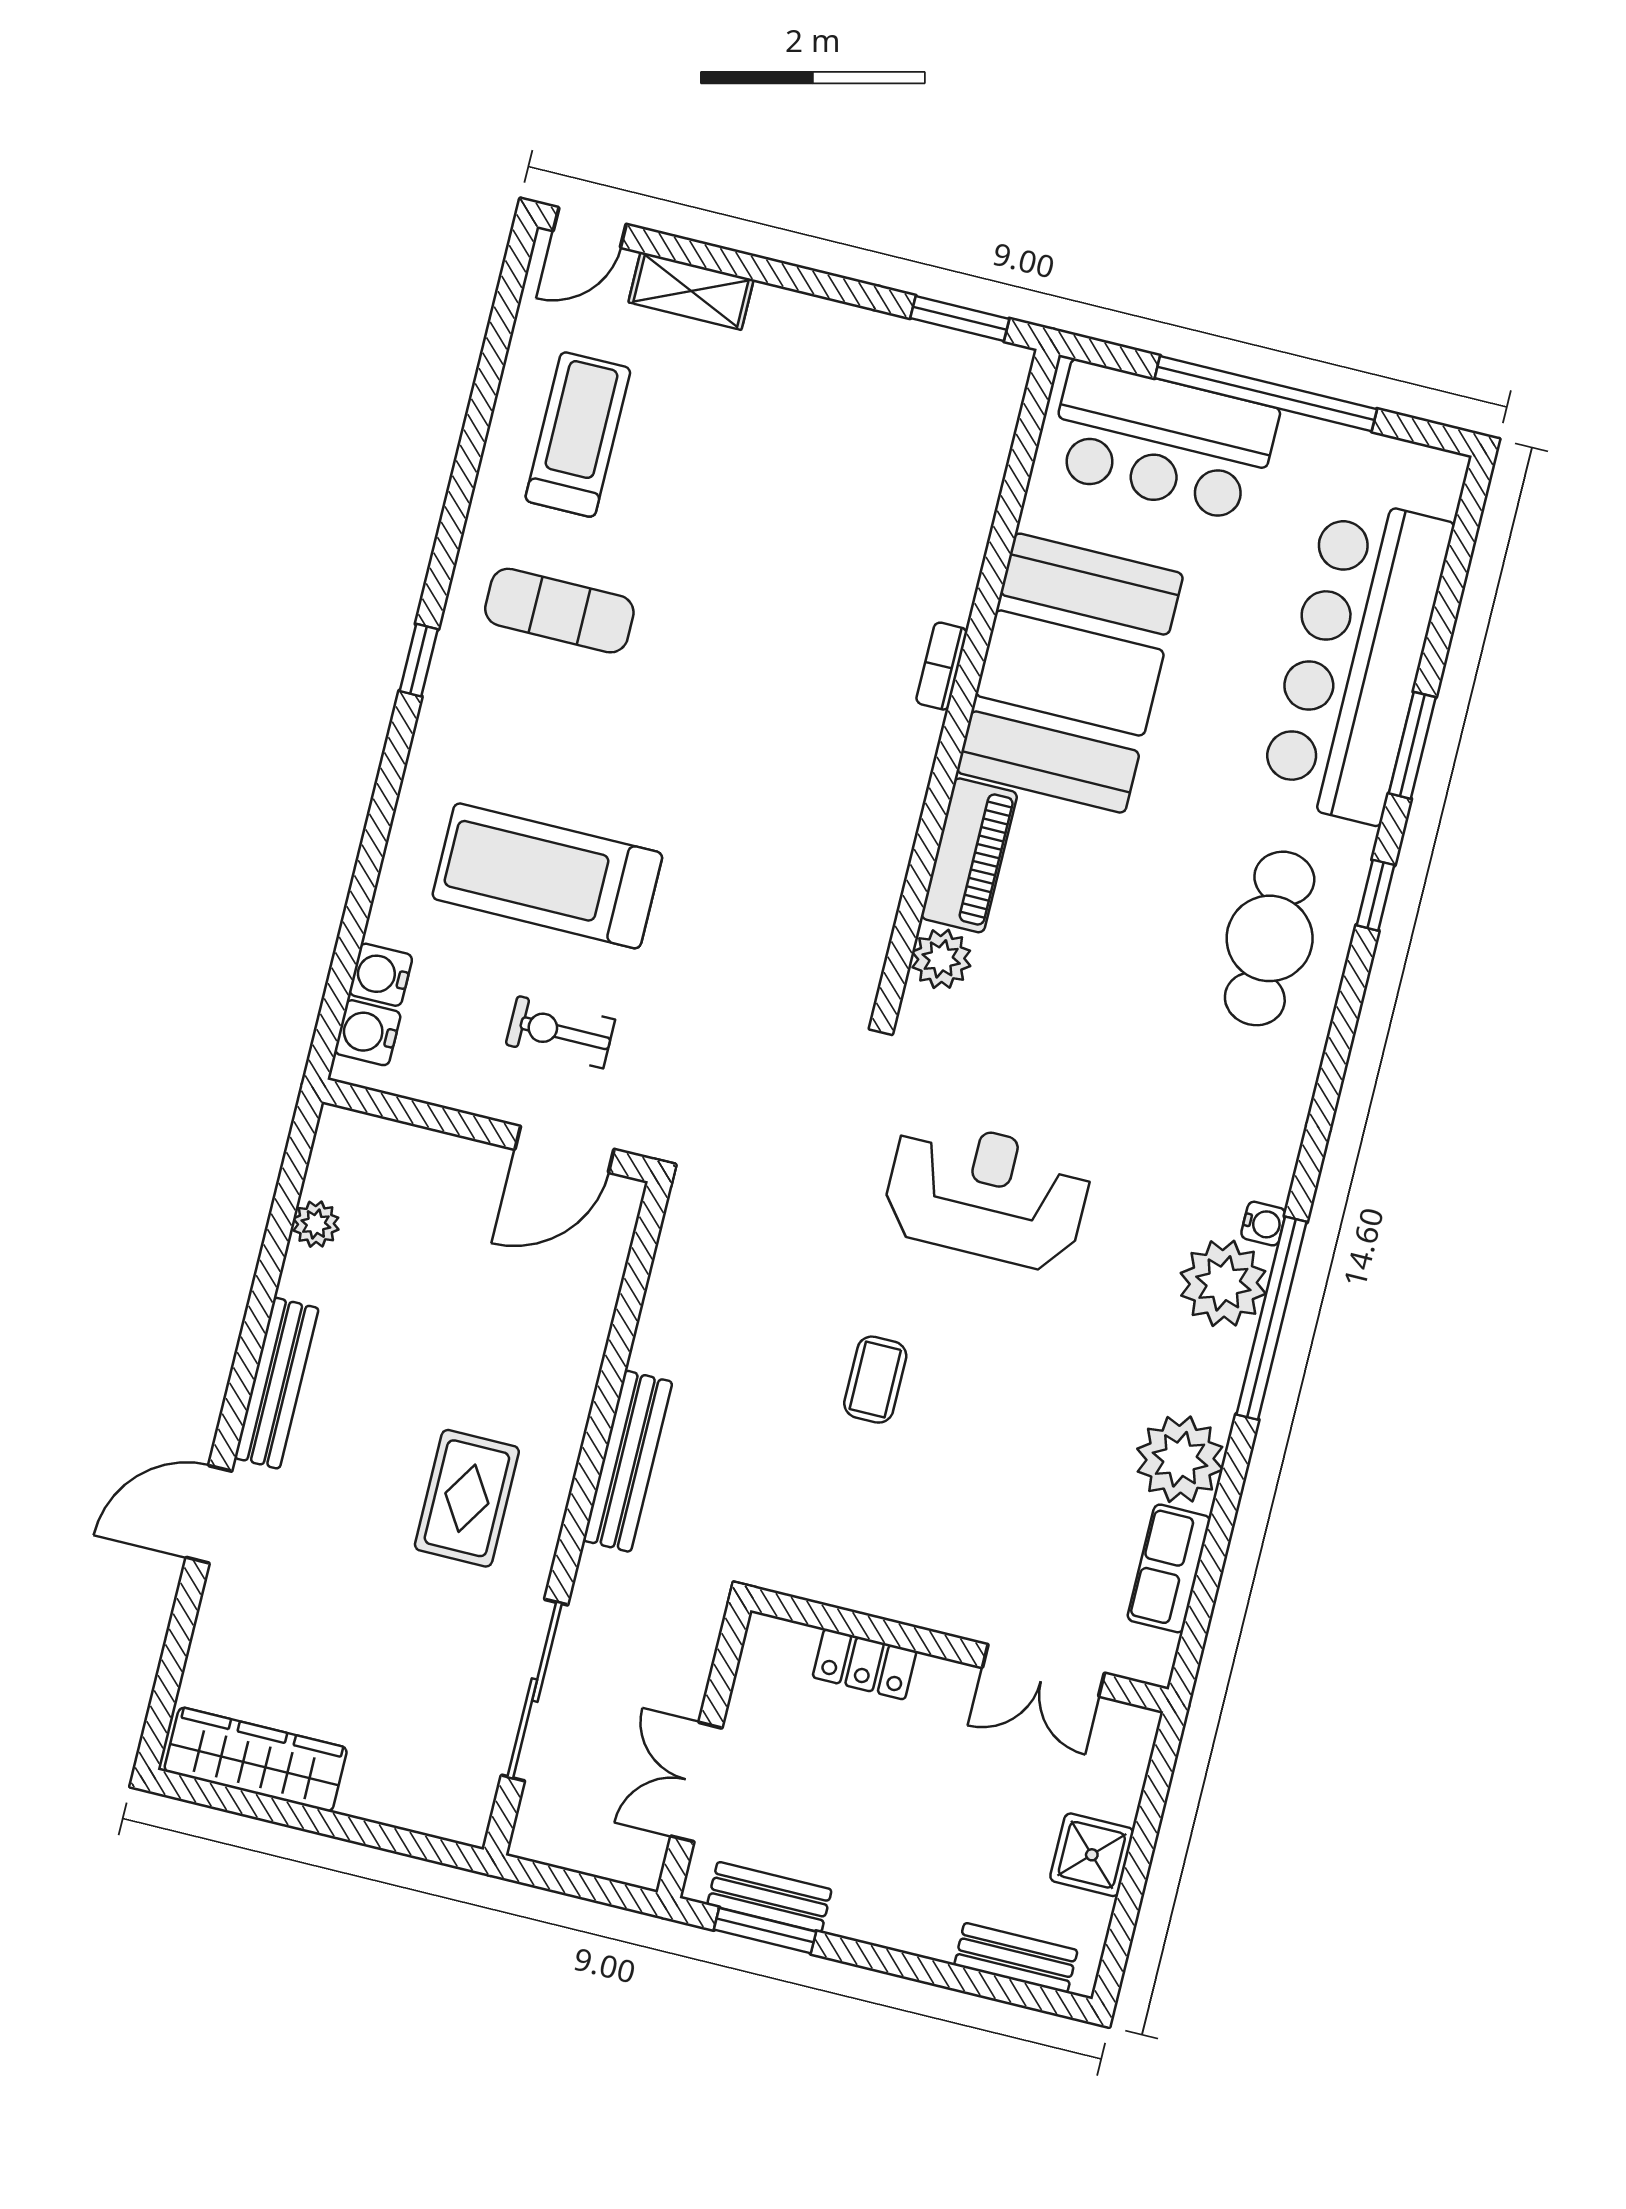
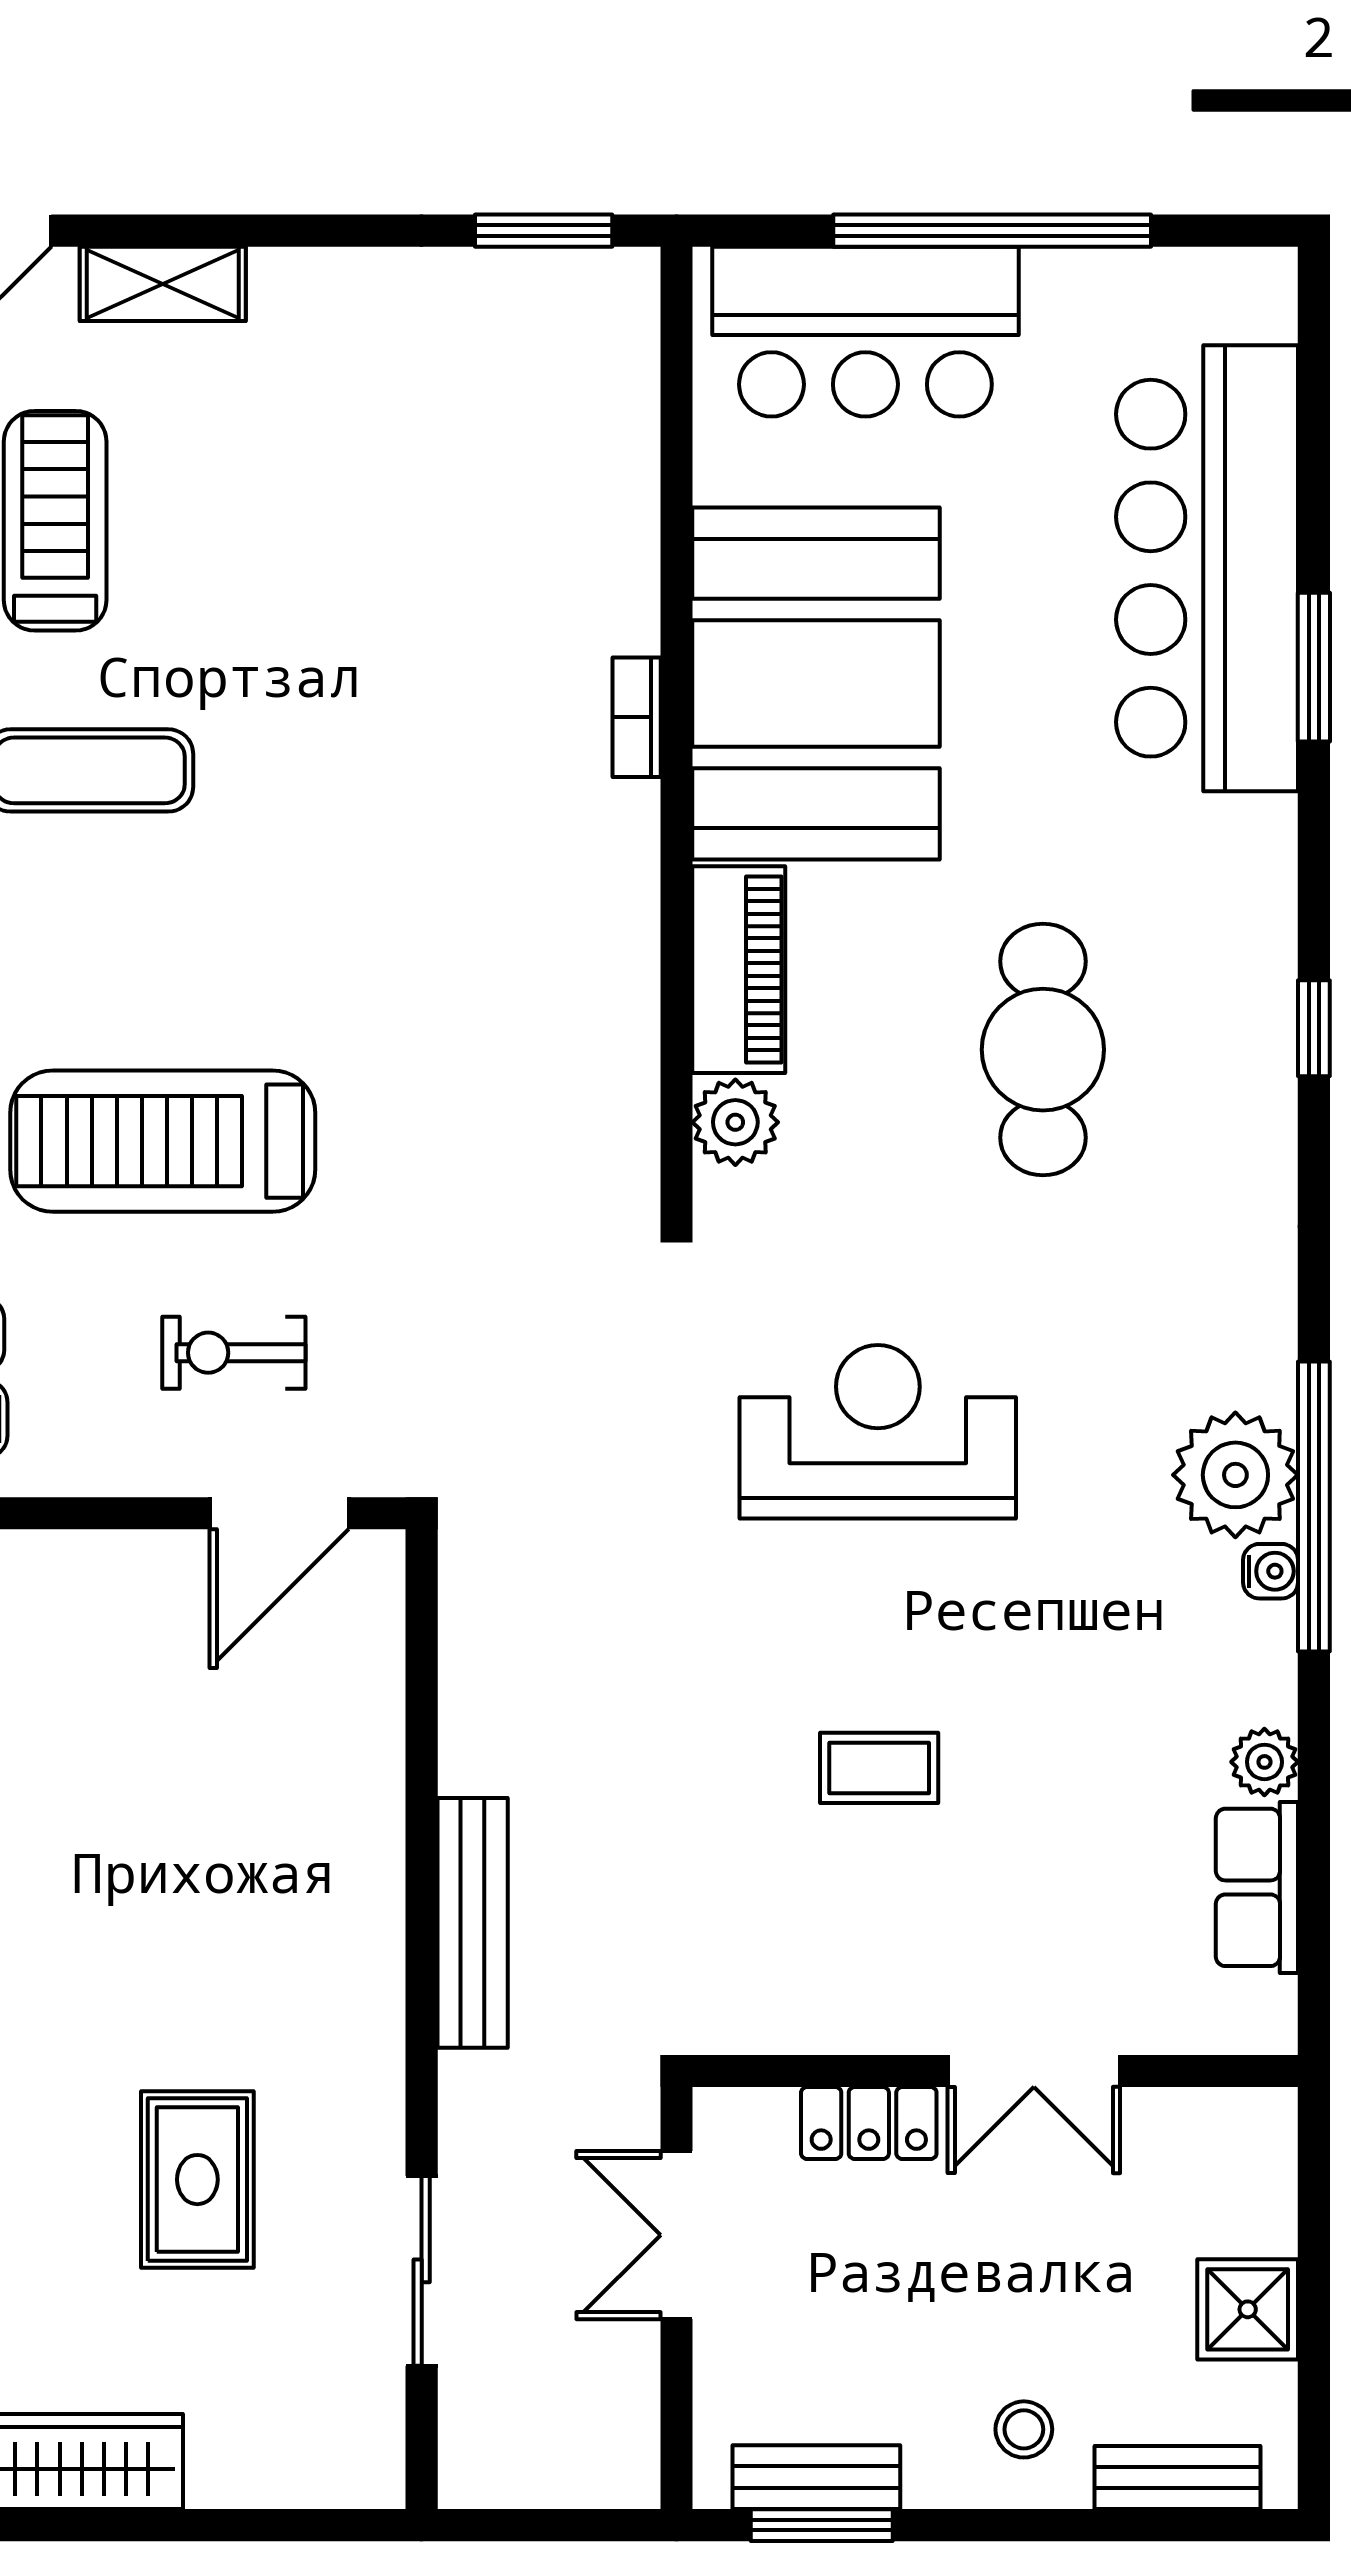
window: (1375, 895) -> (1314, 1028), moved
cafe table: (1270, 938) -> (1043, 1050), moved
water cooler: (1263, 1224) -> (1271, 1571), moved
coffee table: (875, 1380) -> (879, 1768), moved, turned 90
plant: (1180, 1459) -> (1264, 1762), width x0.53, depth x0.53
rug: (467, 1498) -> (197, 2180), moved
double door: (1043, 1670) -> (1034, 2071), moved
sliding door: (535, 1690) -> (422, 2271), width x0.73
double door: (696, 1782) -> (677, 2235), moved
stool: (919, 1899) -> (1024, 2429), added

